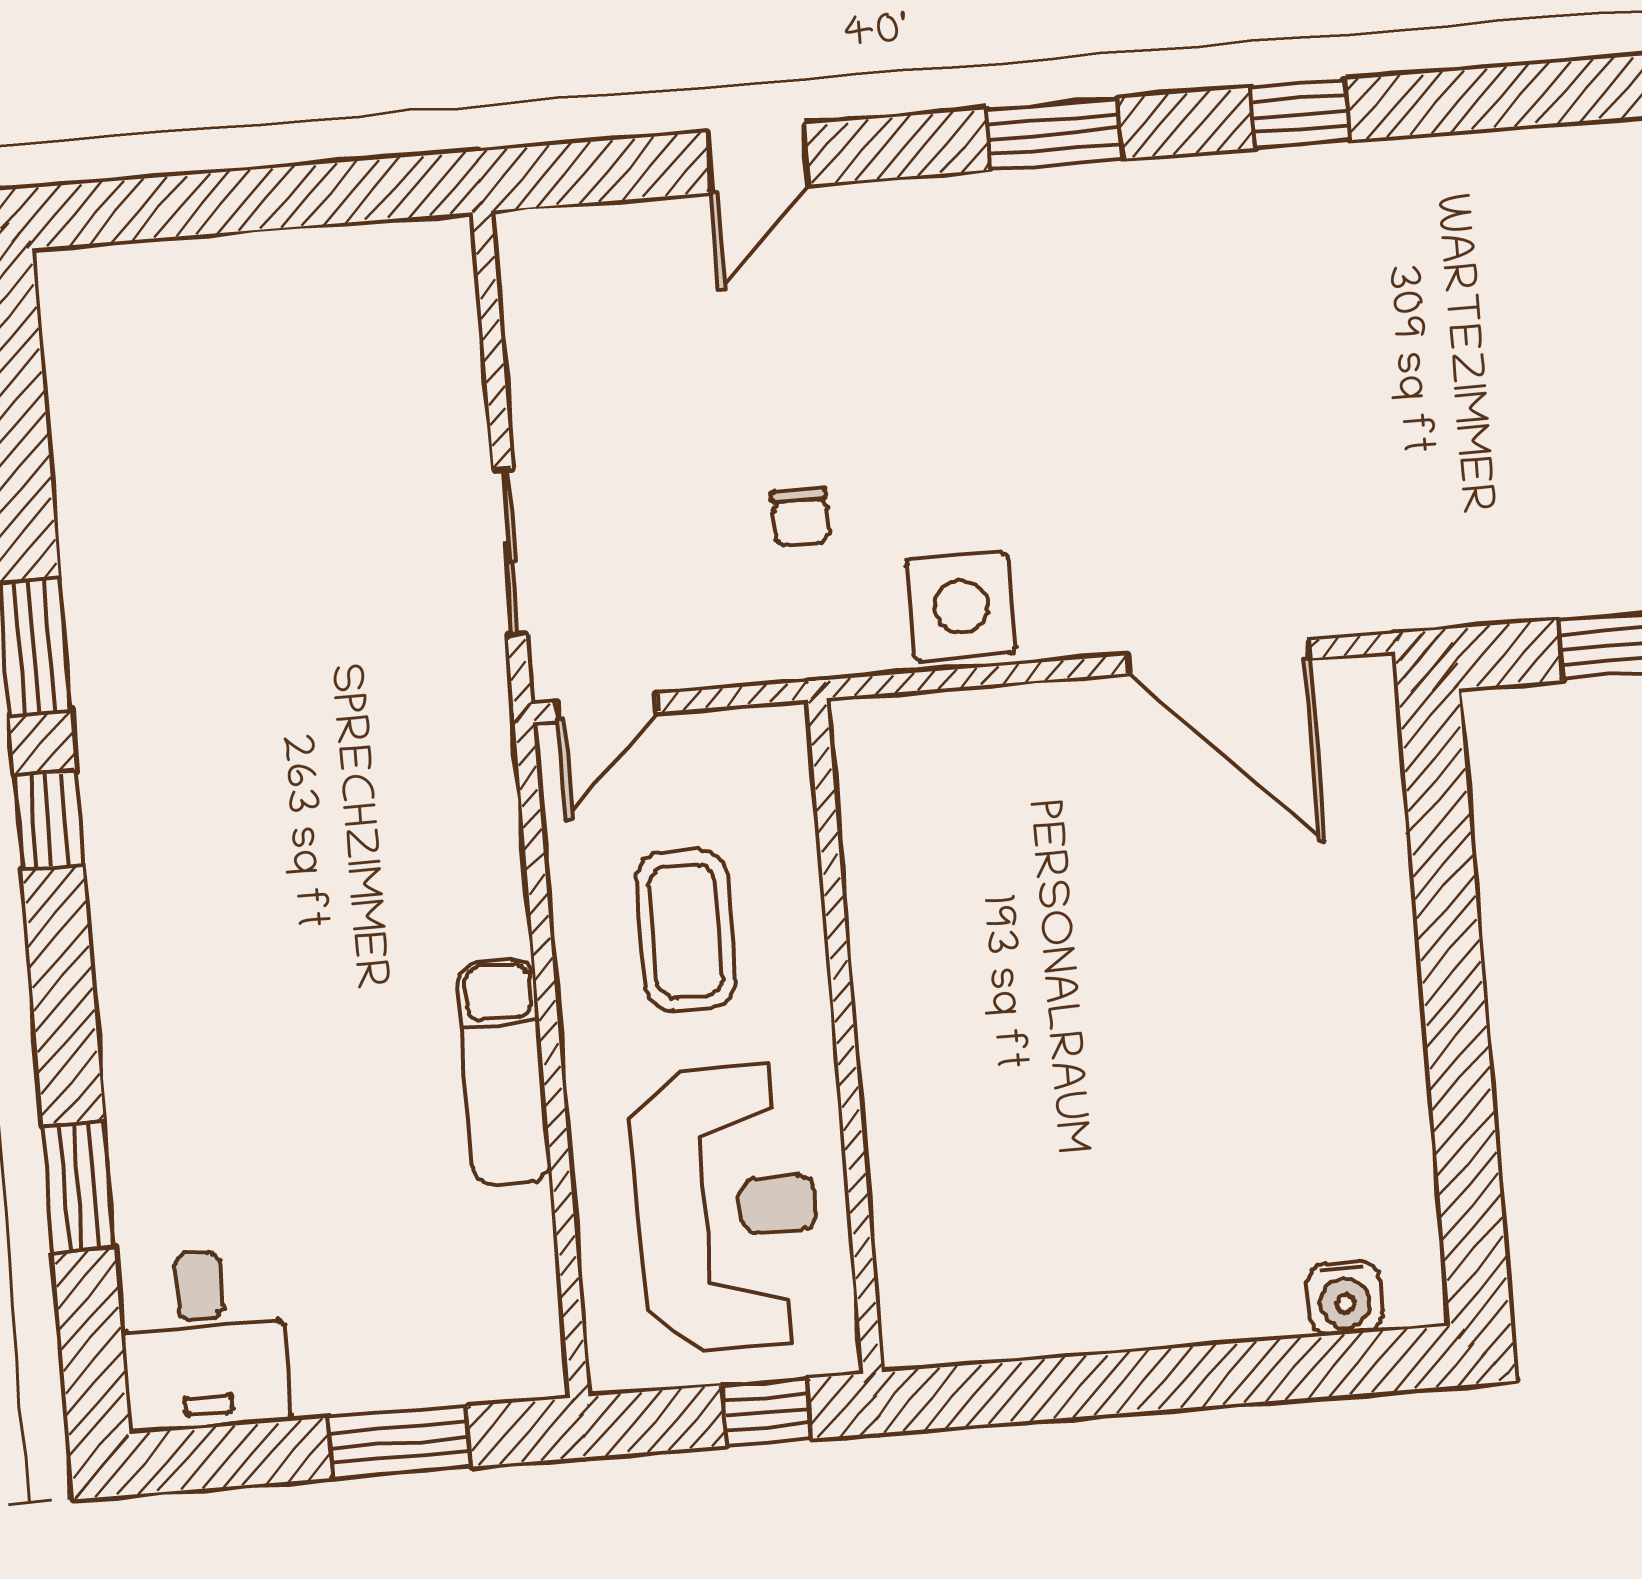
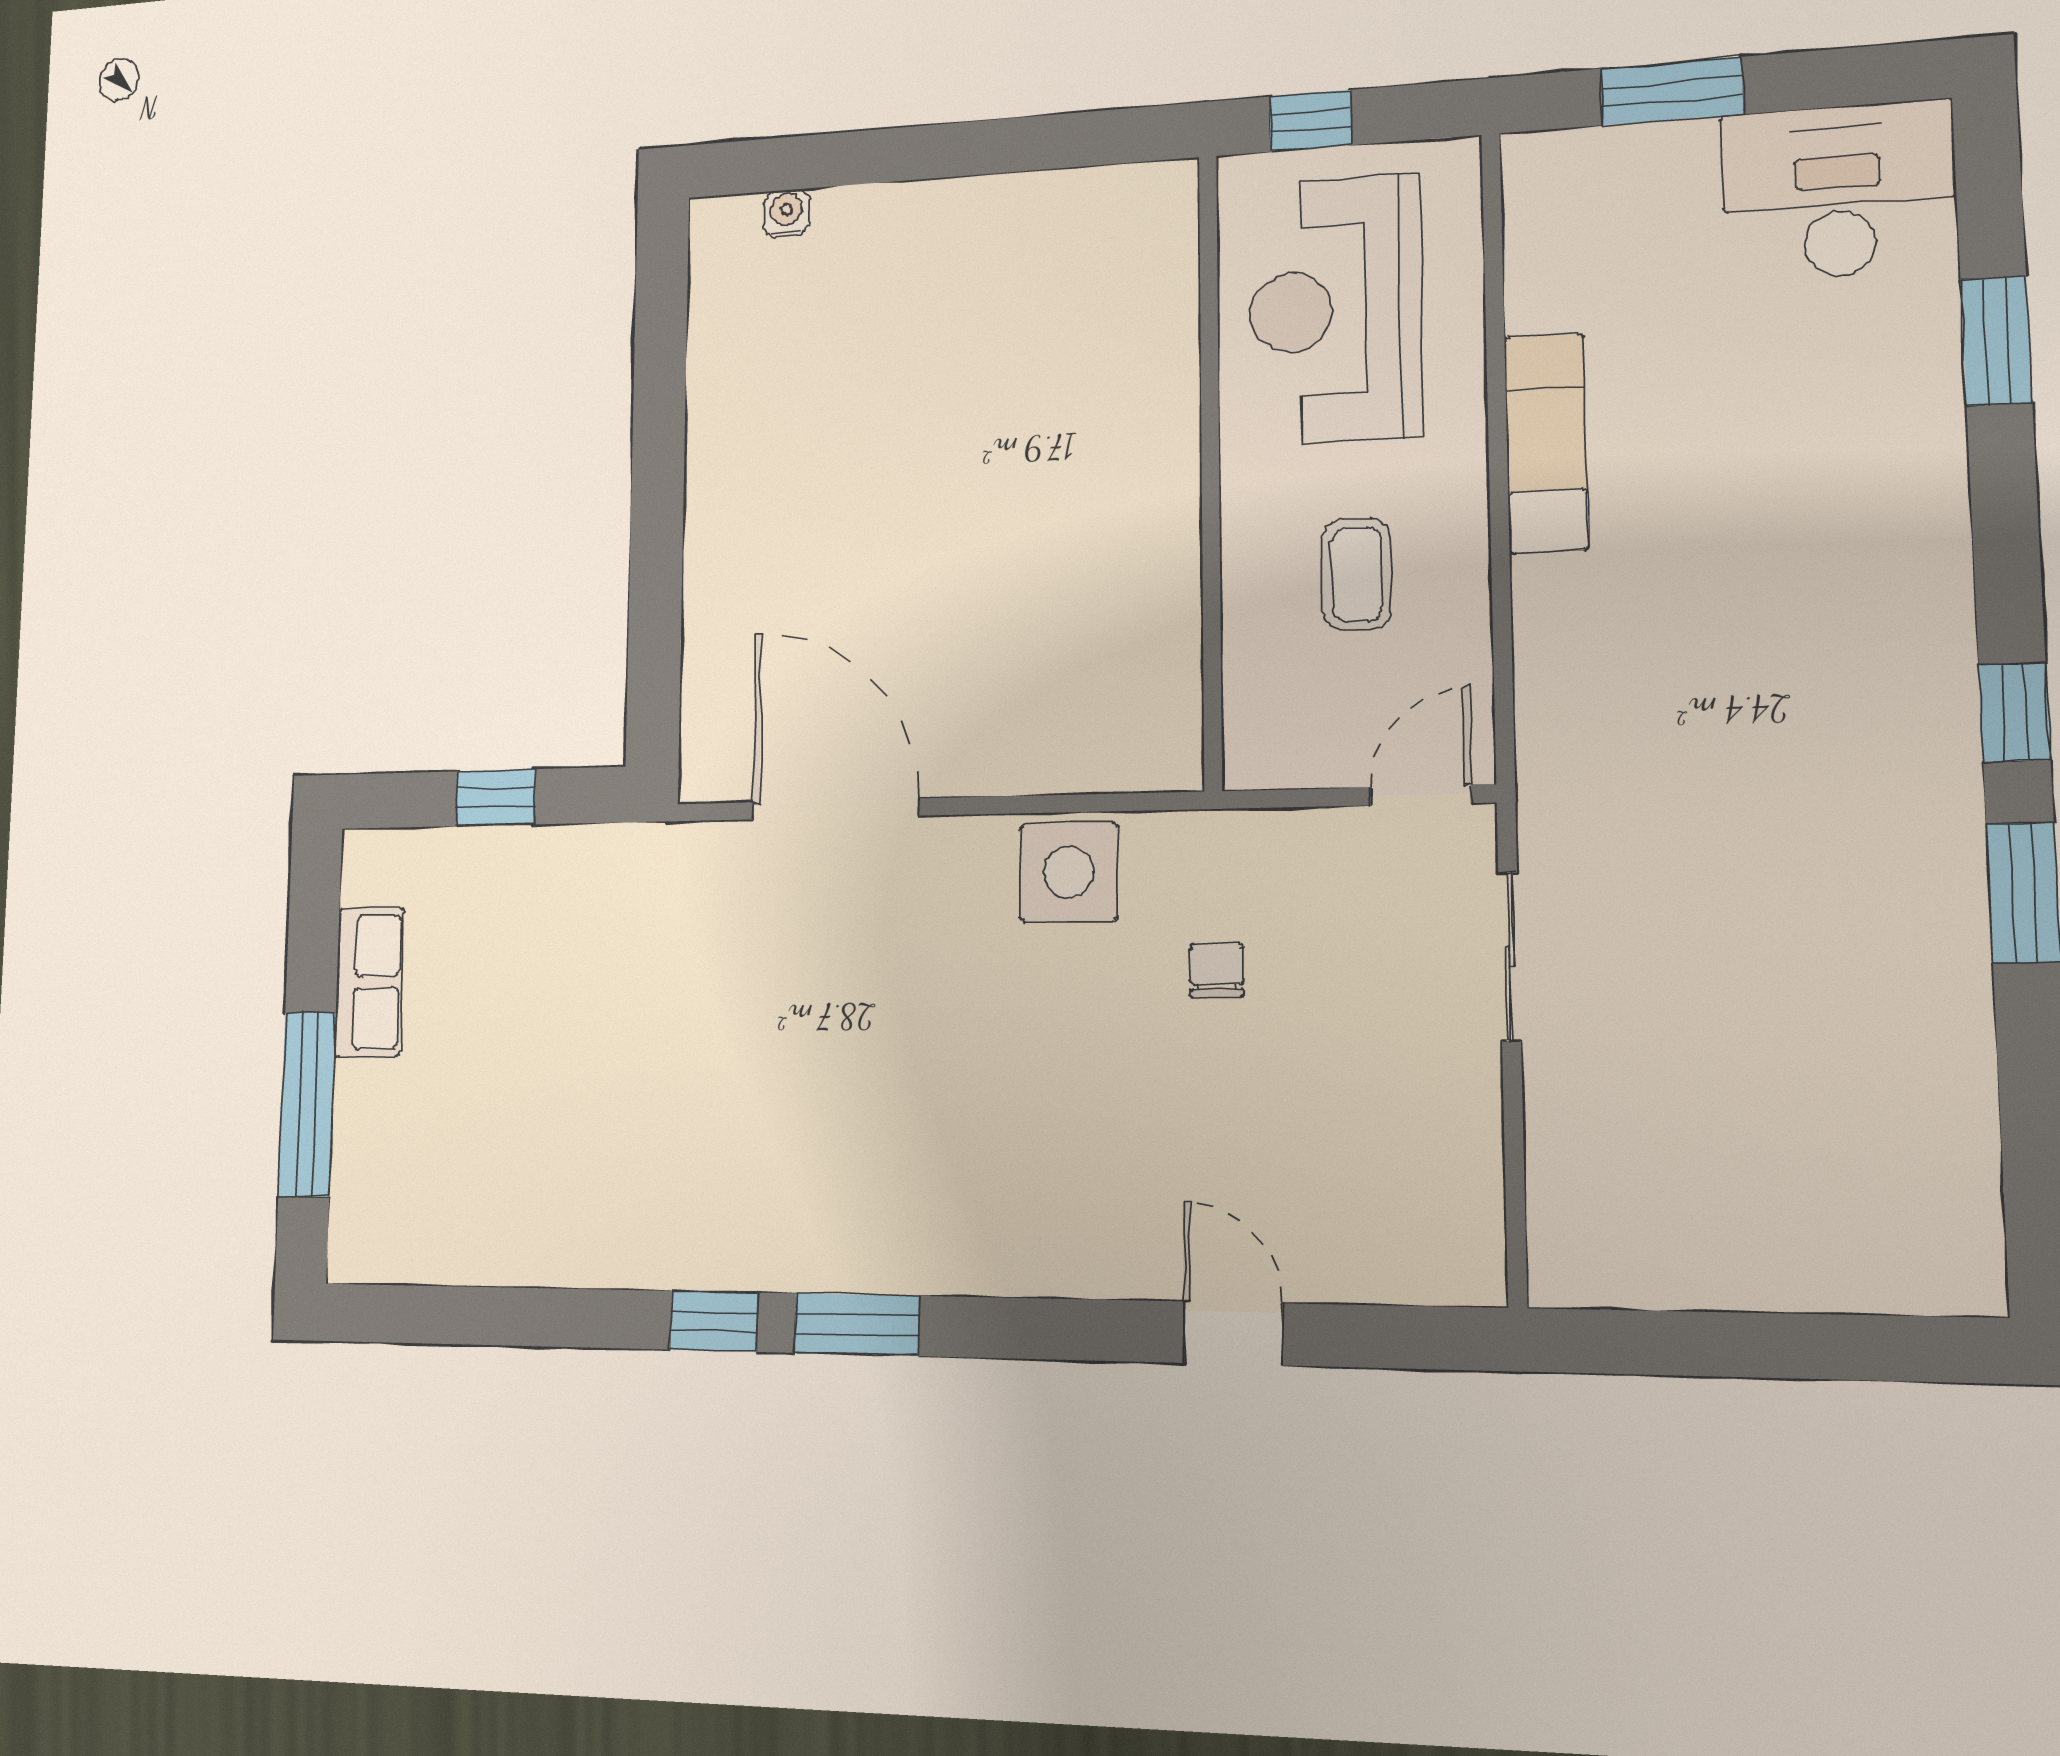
window: (1054, 134) -> (857, 1325), moved
door: (757, 159) -> (1233, 1333), hinge flipped
coffee table: (686, 930) -> (1357, 574), width x0.73, depth x0.77
water cooler: (1345, 1298) -> (786, 213), width x0.72, depth x0.72
desk: (203, 1340) -> (1838, 191), width x1.37

